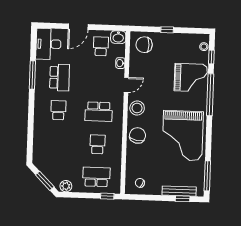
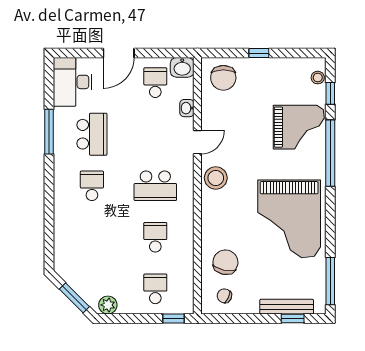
chair: (144, 45) -> (223, 78), turned -90
chair: (137, 135) -> (225, 262), moved
school desk: (96, 177) -> (155, 289), width x0.54

